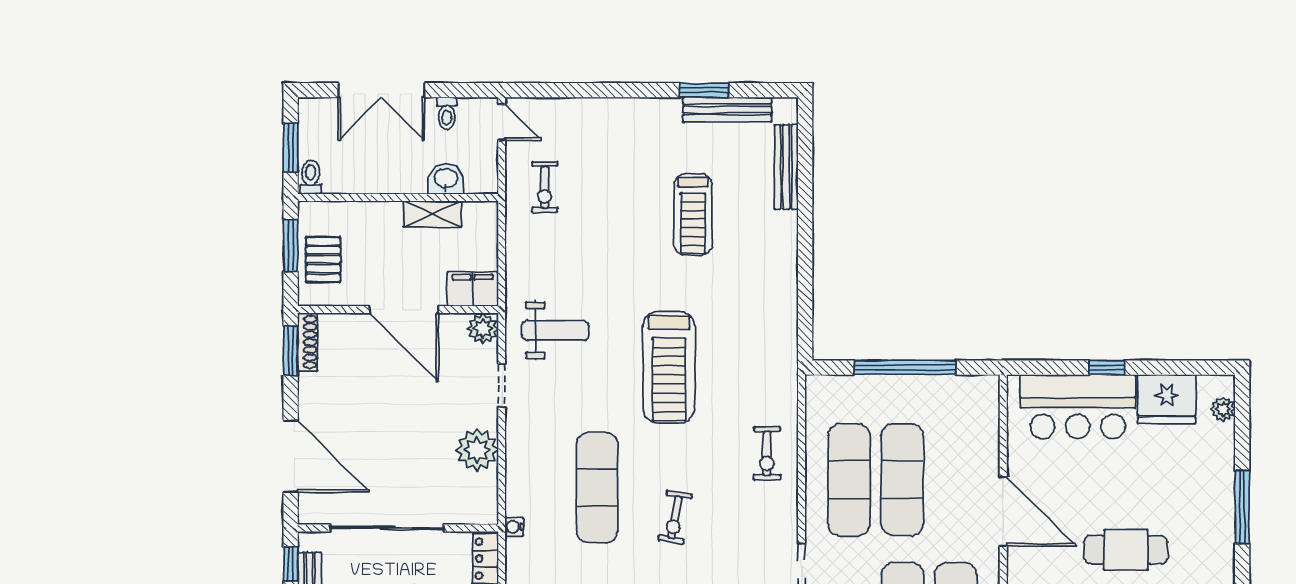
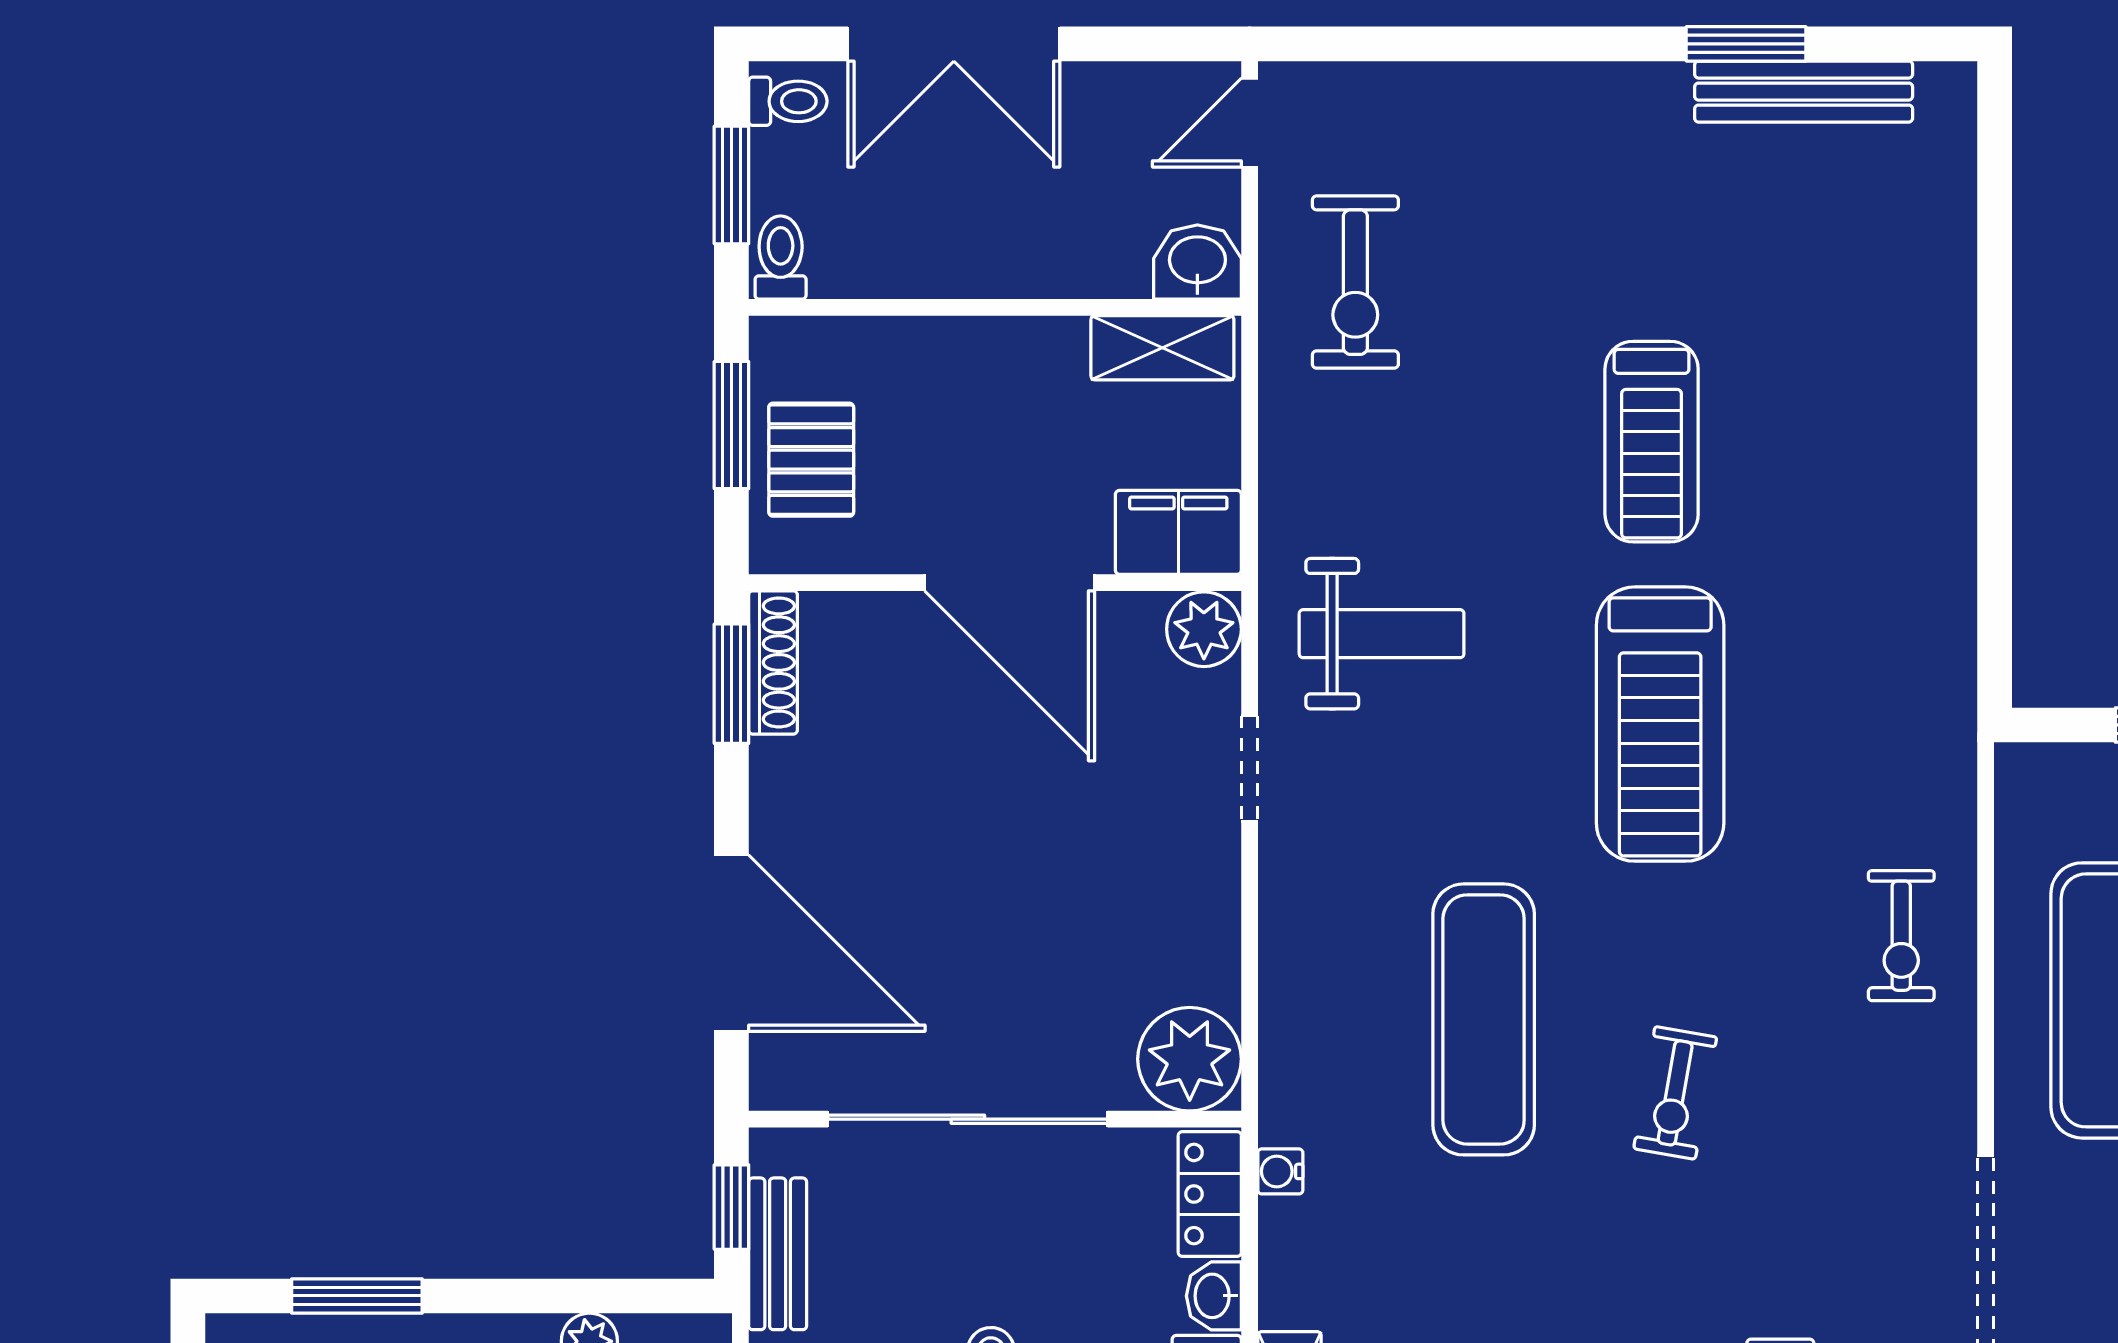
toilet: (447, 113) -> (788, 101), moved, turned -90
door: (502, 122) -> (1250, 123), swing flipped
bench: (786, 167) -> (1948, 232), removed
washbasin: (446, 179) -> (1197, 262), moved
exercise bike: (545, 187) -> (1355, 282), width x1.38, depth x1.39
shelving: (433, 214) -> (1162, 348), moved
treadmill: (693, 214) -> (1652, 442), moved
plant: (477, 450) -> (1190, 1059), moved
water cooler: (514, 527) -> (1280, 1171), moved

